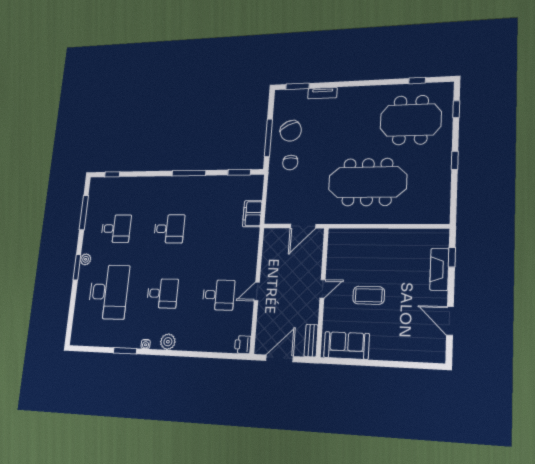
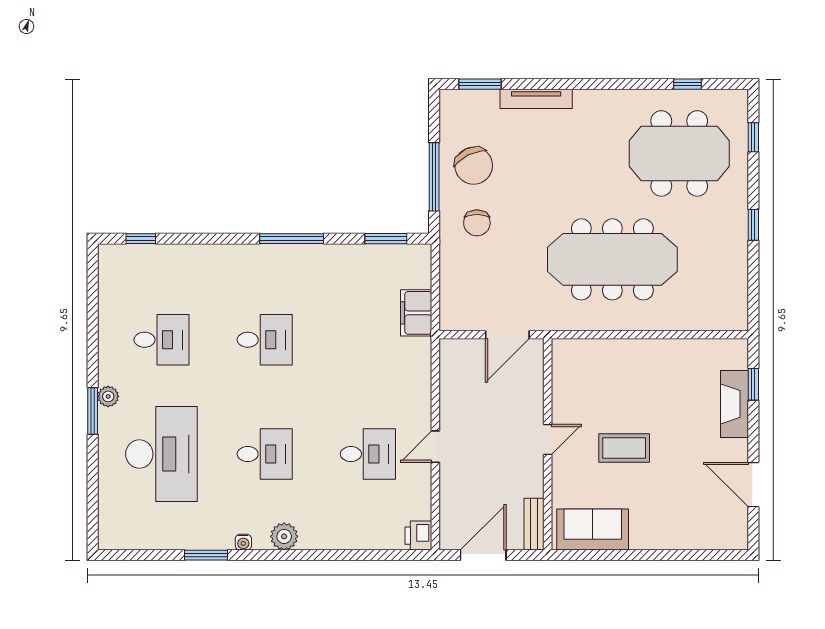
tv unit: (322, 93) -> (536, 99), width x1.41
window: (84, 213) -> (93, 310), removed

